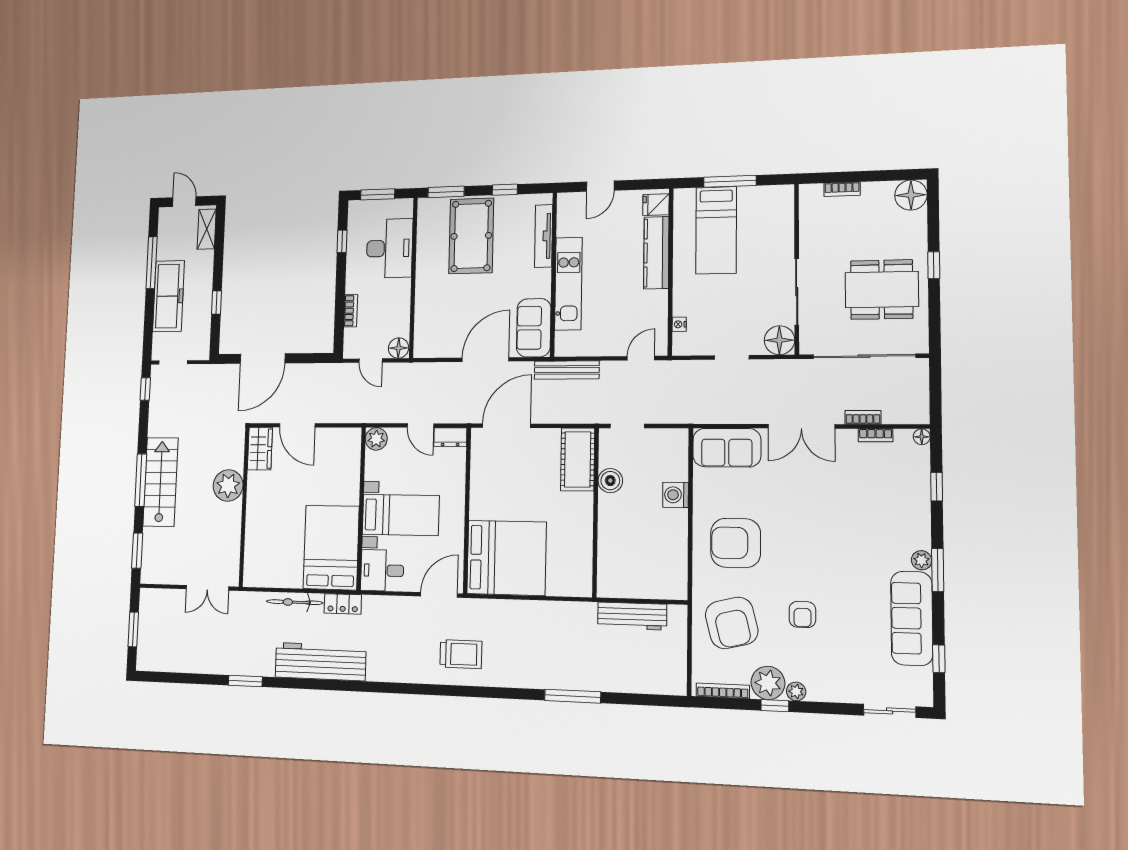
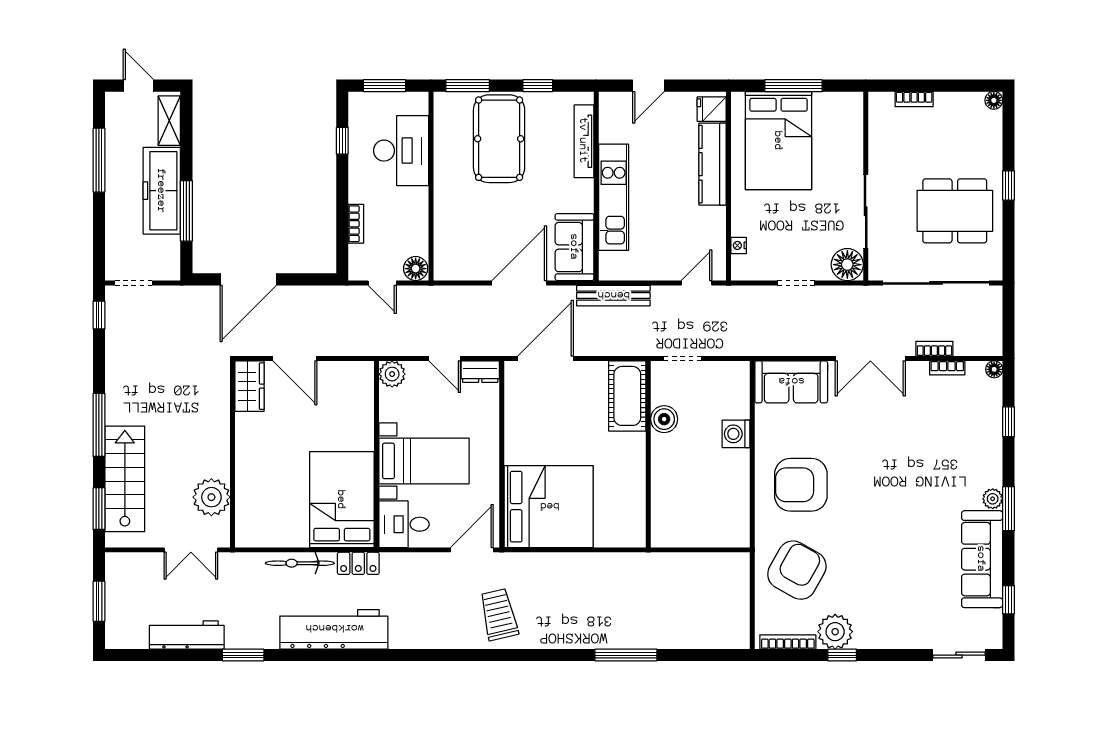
floor lamp: (911, 195) -> (994, 100), width x0.53, depth x0.53
bed: (716, 230) -> (779, 141), width x1.50
freezer: (168, 296) -> (162, 191), moved, turned 180
window: (216, 302) -> (186, 211), width x2.17
stairs: (160, 482) -> (125, 479), moved
plant: (228, 485) -> (211, 497), moved
armchair: (802, 614) -> (871, 559), removed
workbench: (632, 616) -> (187, 635), moved, turned 180
armchair: (732, 623) -> (797, 570), turned -137
trolley: (461, 654) -> (499, 615), turned -103
plant: (796, 691) -> (864, 639), removed

